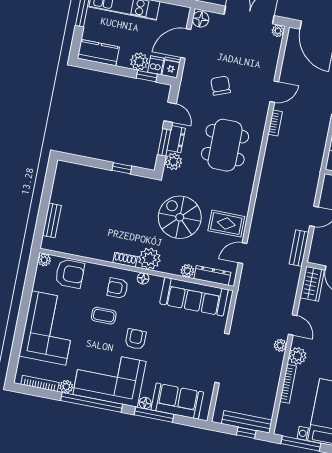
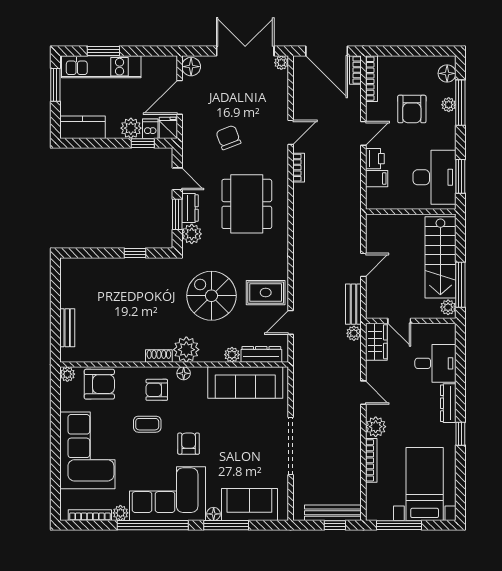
plant: (280, 345) -> (354, 333), moved

